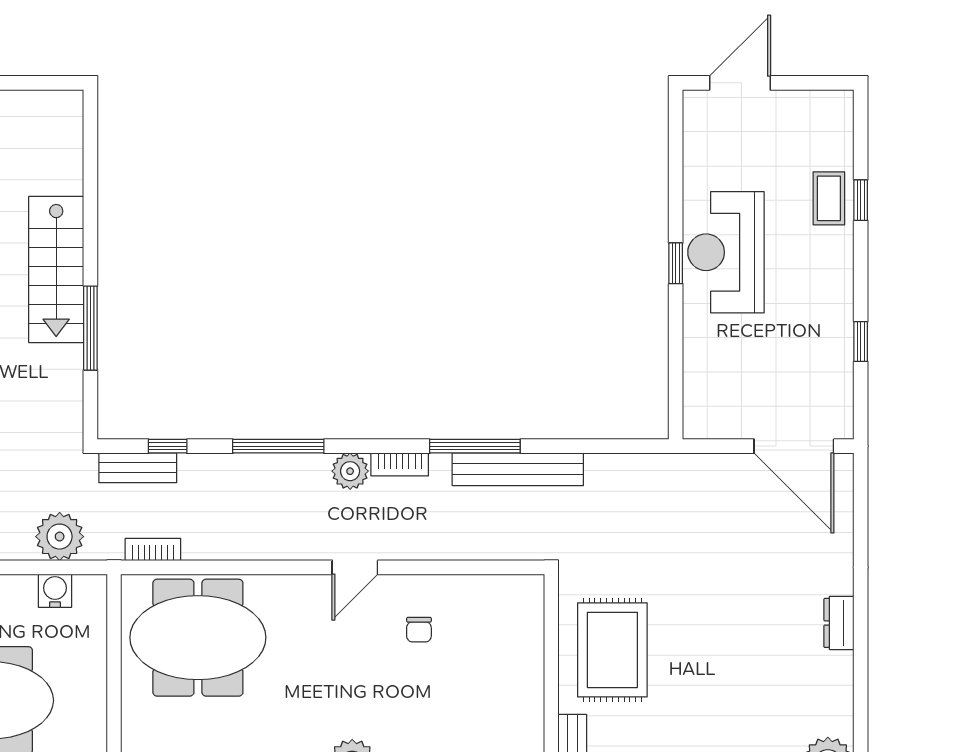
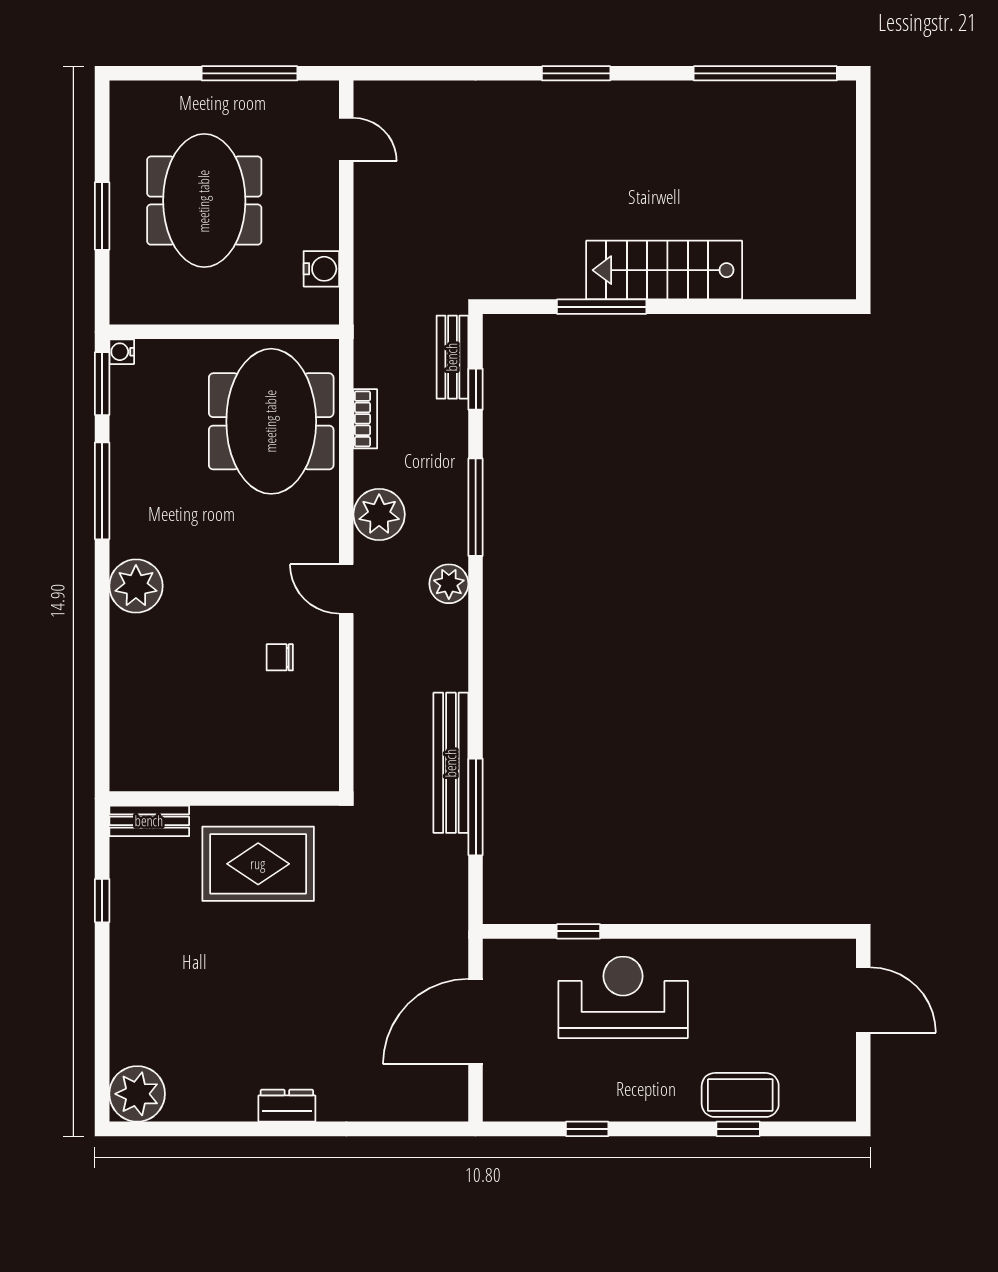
coffee table: (829, 198) -> (740, 1095), width x1.36, depth x1.30
reception desk: (726, 252) -> (623, 997), moved
window: (676, 263) -> (578, 931), moved
window: (475, 446) -> (476, 807), moved
door: (794, 446) -> (476, 1022), moved
bookcase: (400, 464) -> (456, 637), removed
plant: (60, 537) -> (379, 514), moved
bookcase: (153, 549) -> (365, 419), moved

